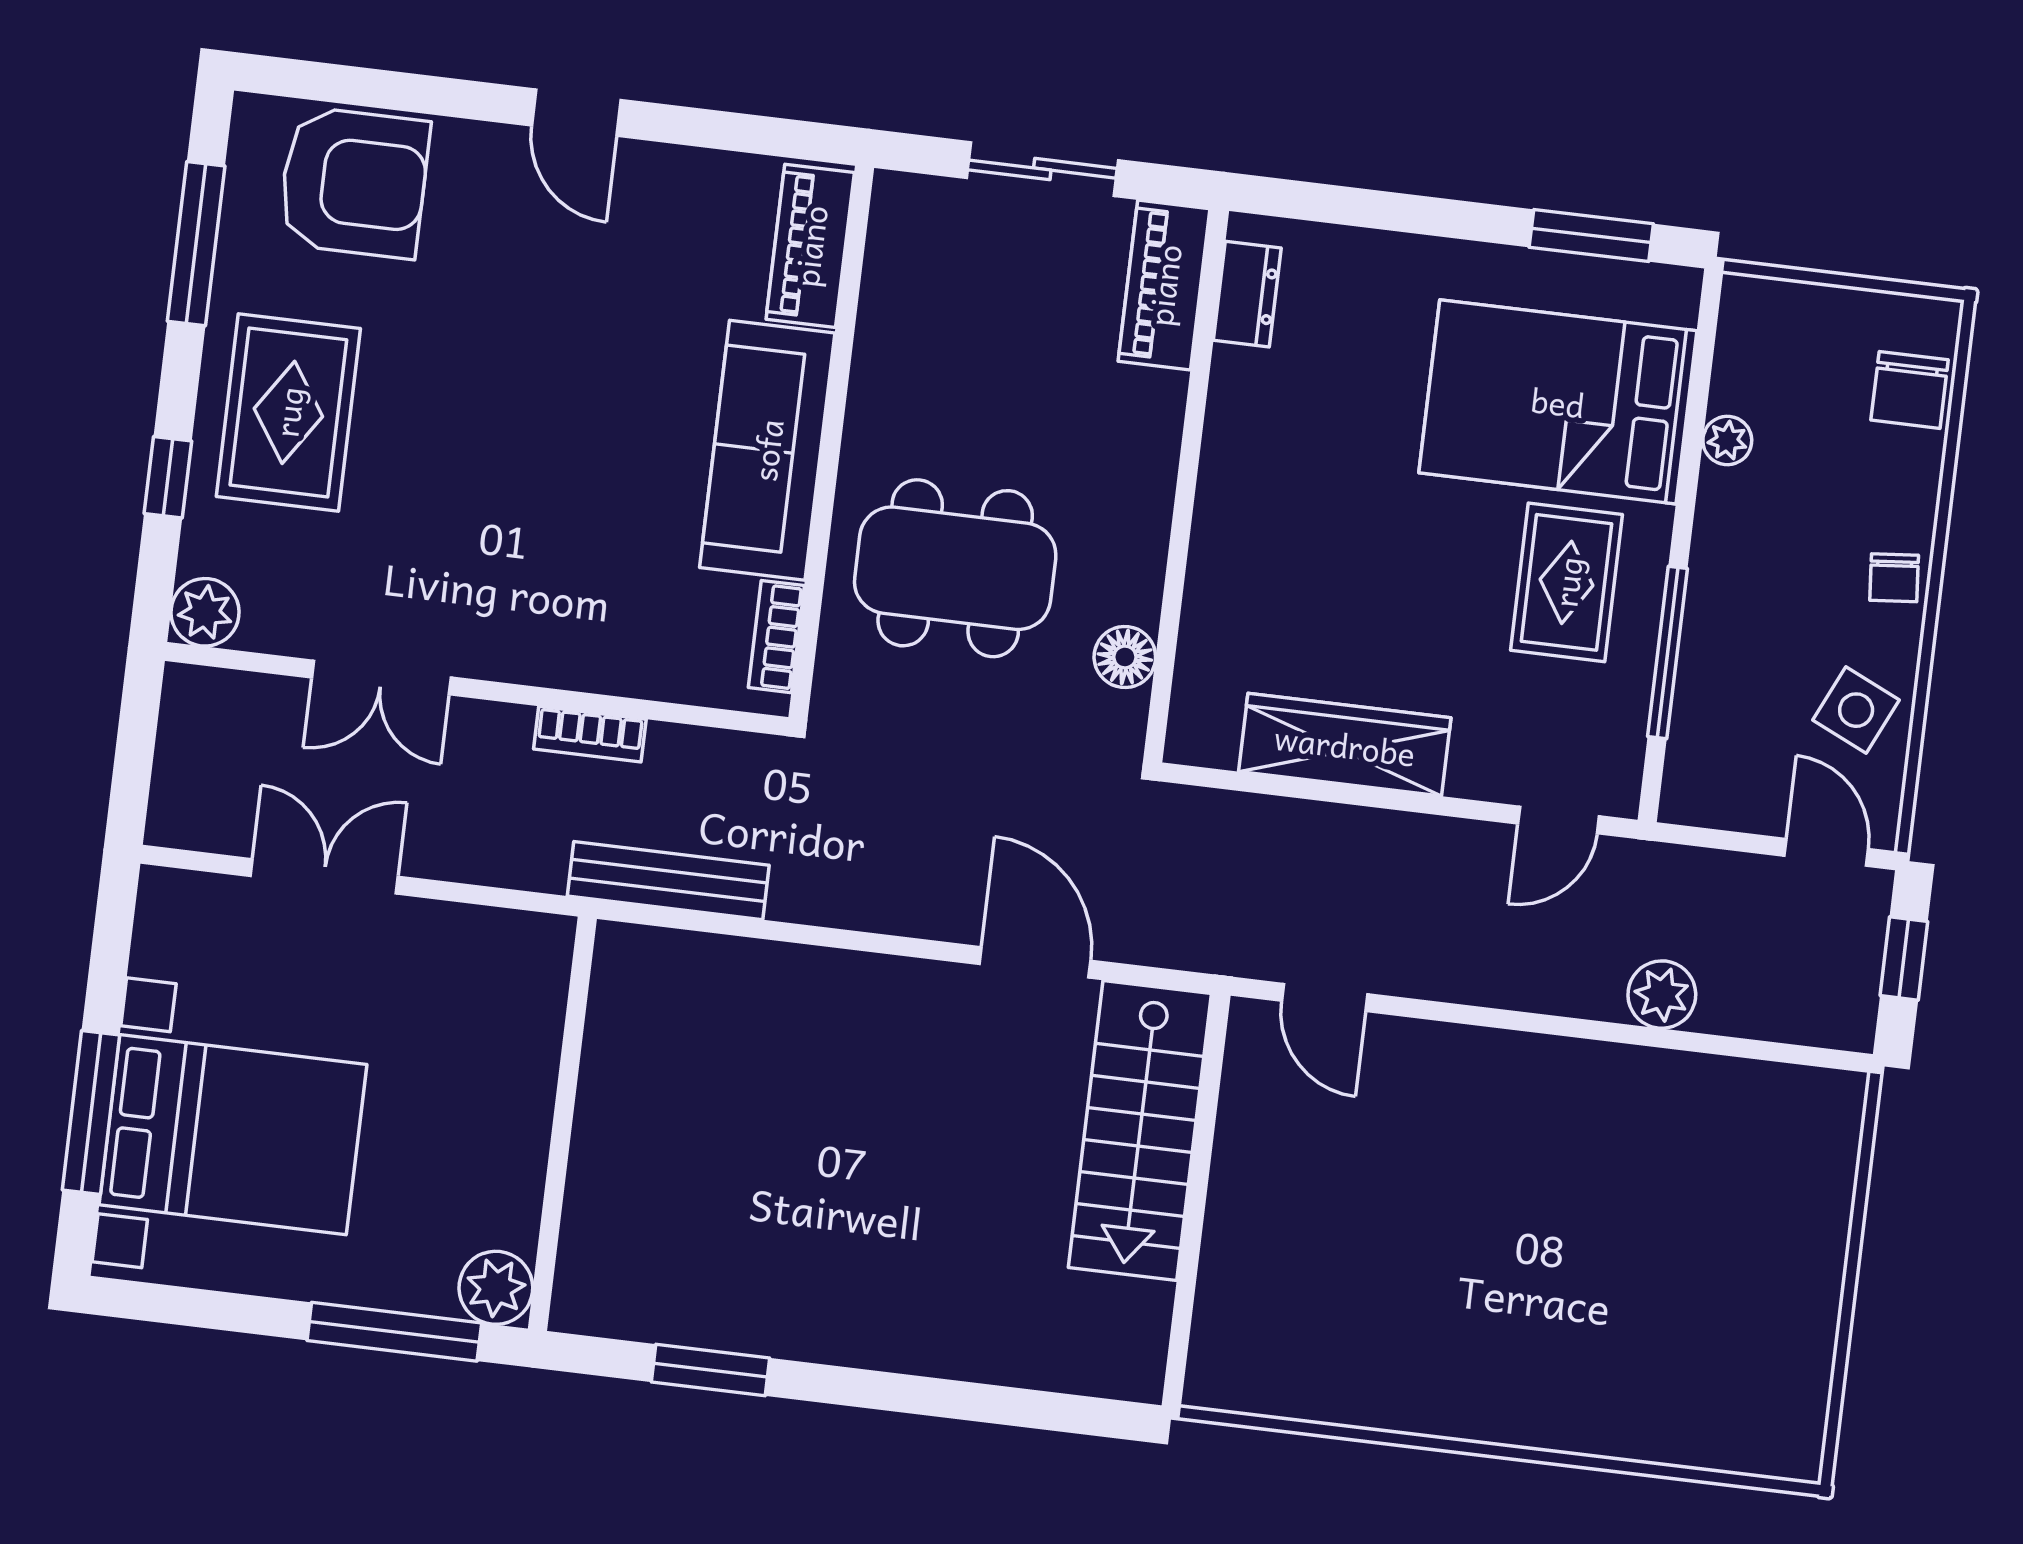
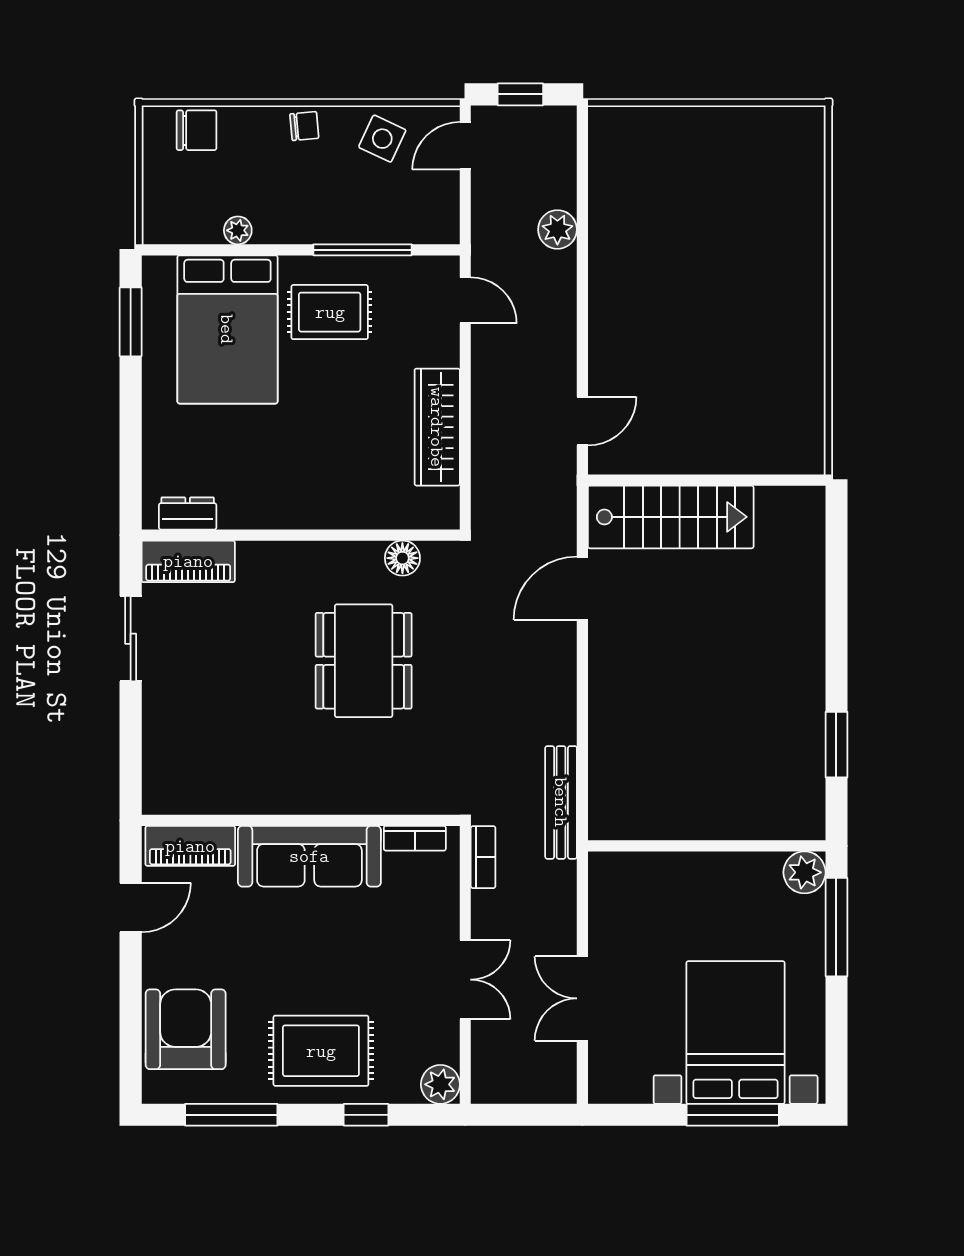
piano: (810, 246) -> (190, 846), moved
wall: (831, 443) -> (301, 820), moved
sofa: (767, 450) -> (309, 856), moved
bookcase: (776, 637) -> (415, 838), moved

